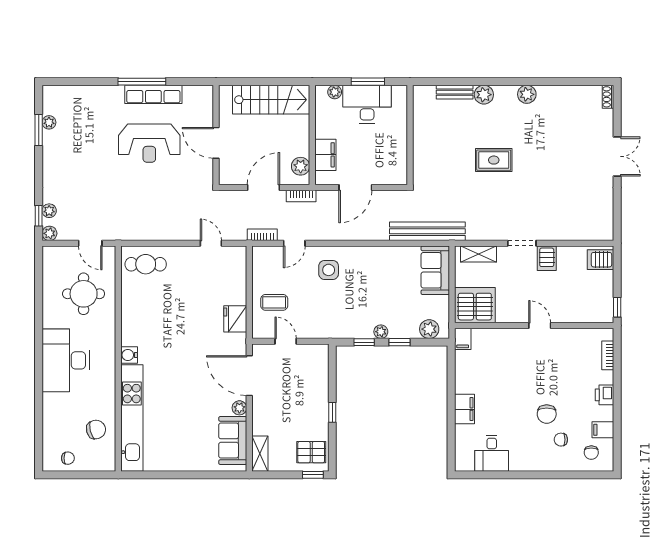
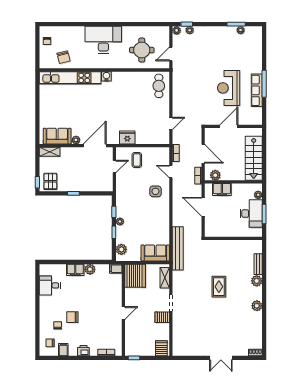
plant: (464, 384) -> (90, 269), added

